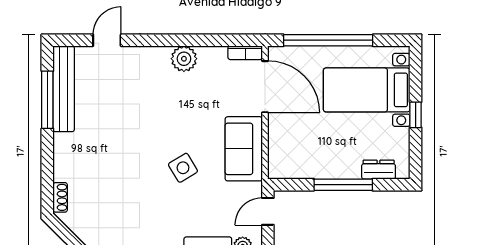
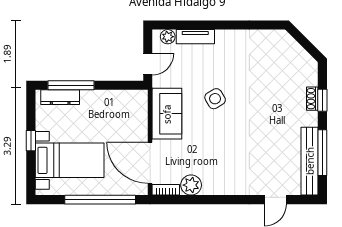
plant: (184, 59) -> (191, 185), moved
window: (47, 166) -> (322, 100), added
dresser: (379, 170) -> (60, 97), width x1.44
window: (343, 185) -> (71, 85), moved
shoe rack: (60, 197) -> (312, 99), moved

